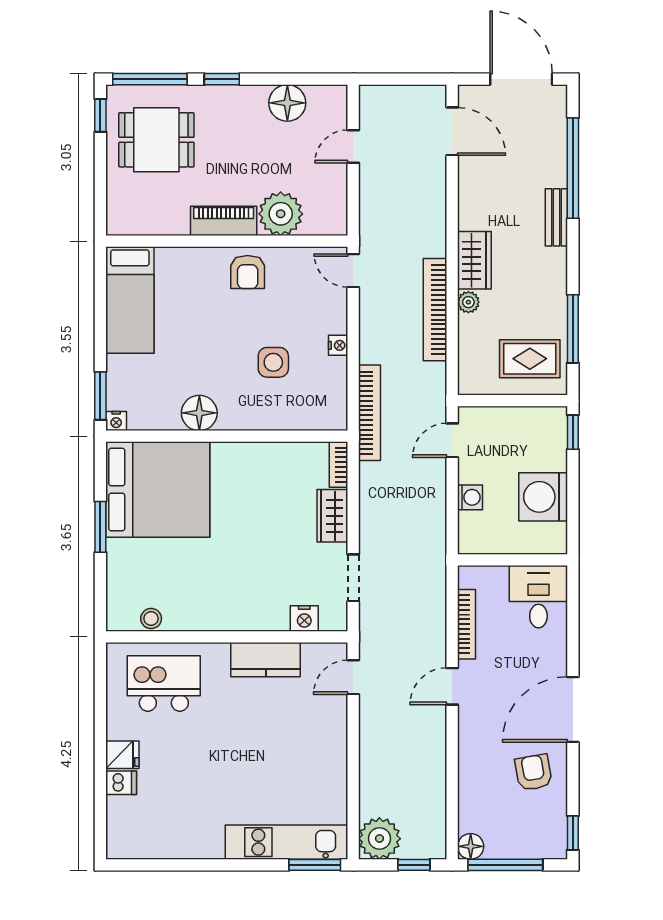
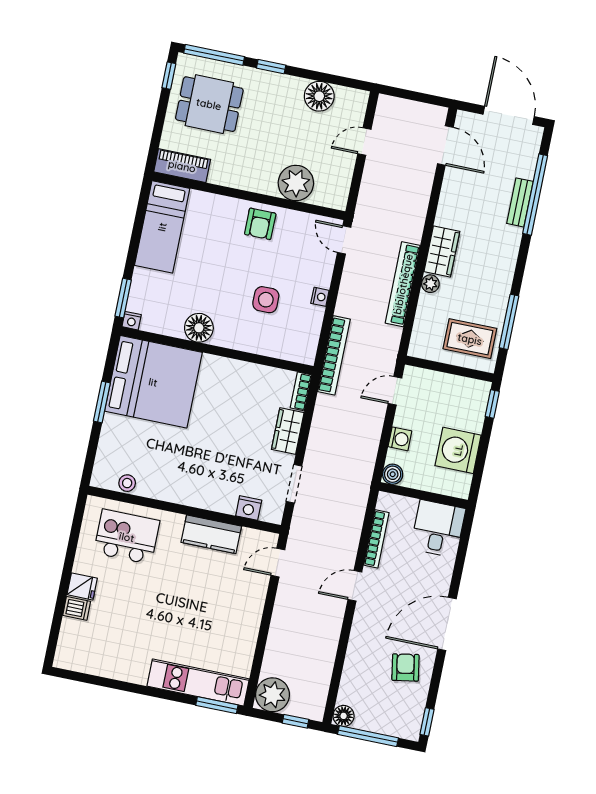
bench: (556, 217) -> (520, 202), moved
piano: (224, 221) -> (182, 166), moved
boiler: (470, 542) -> (393, 474), added

